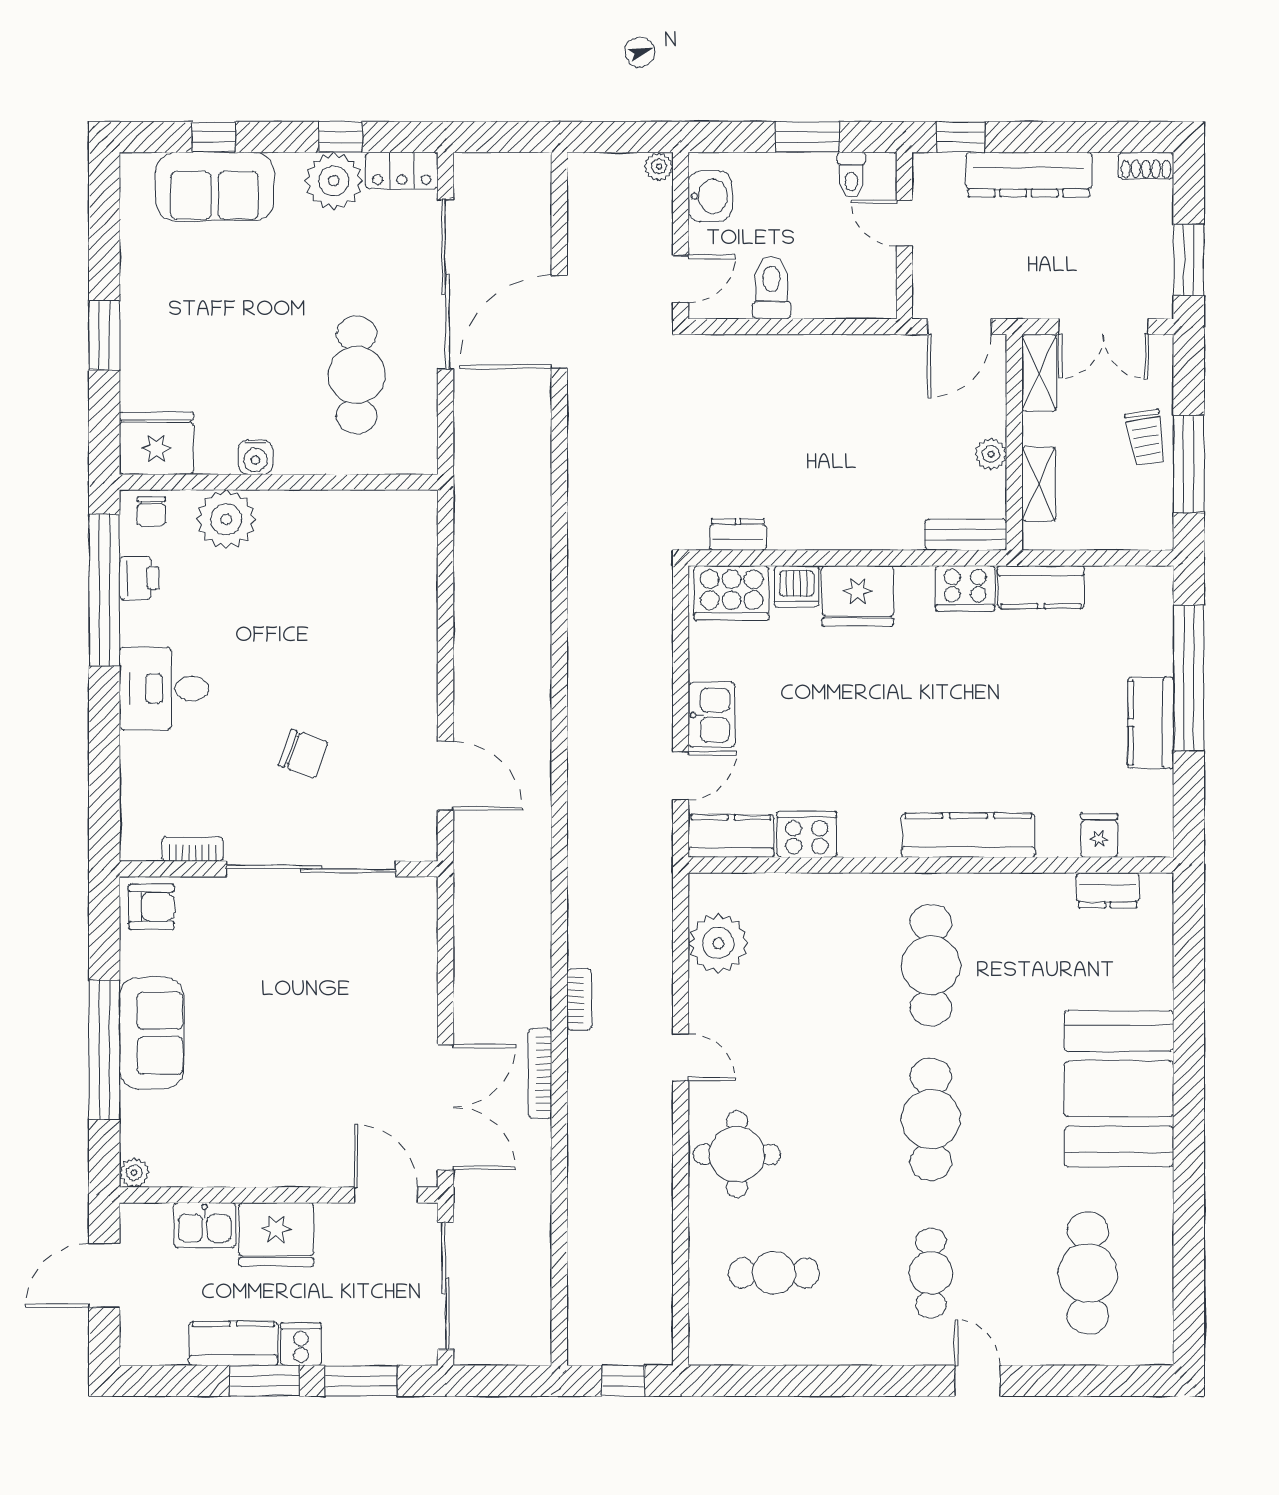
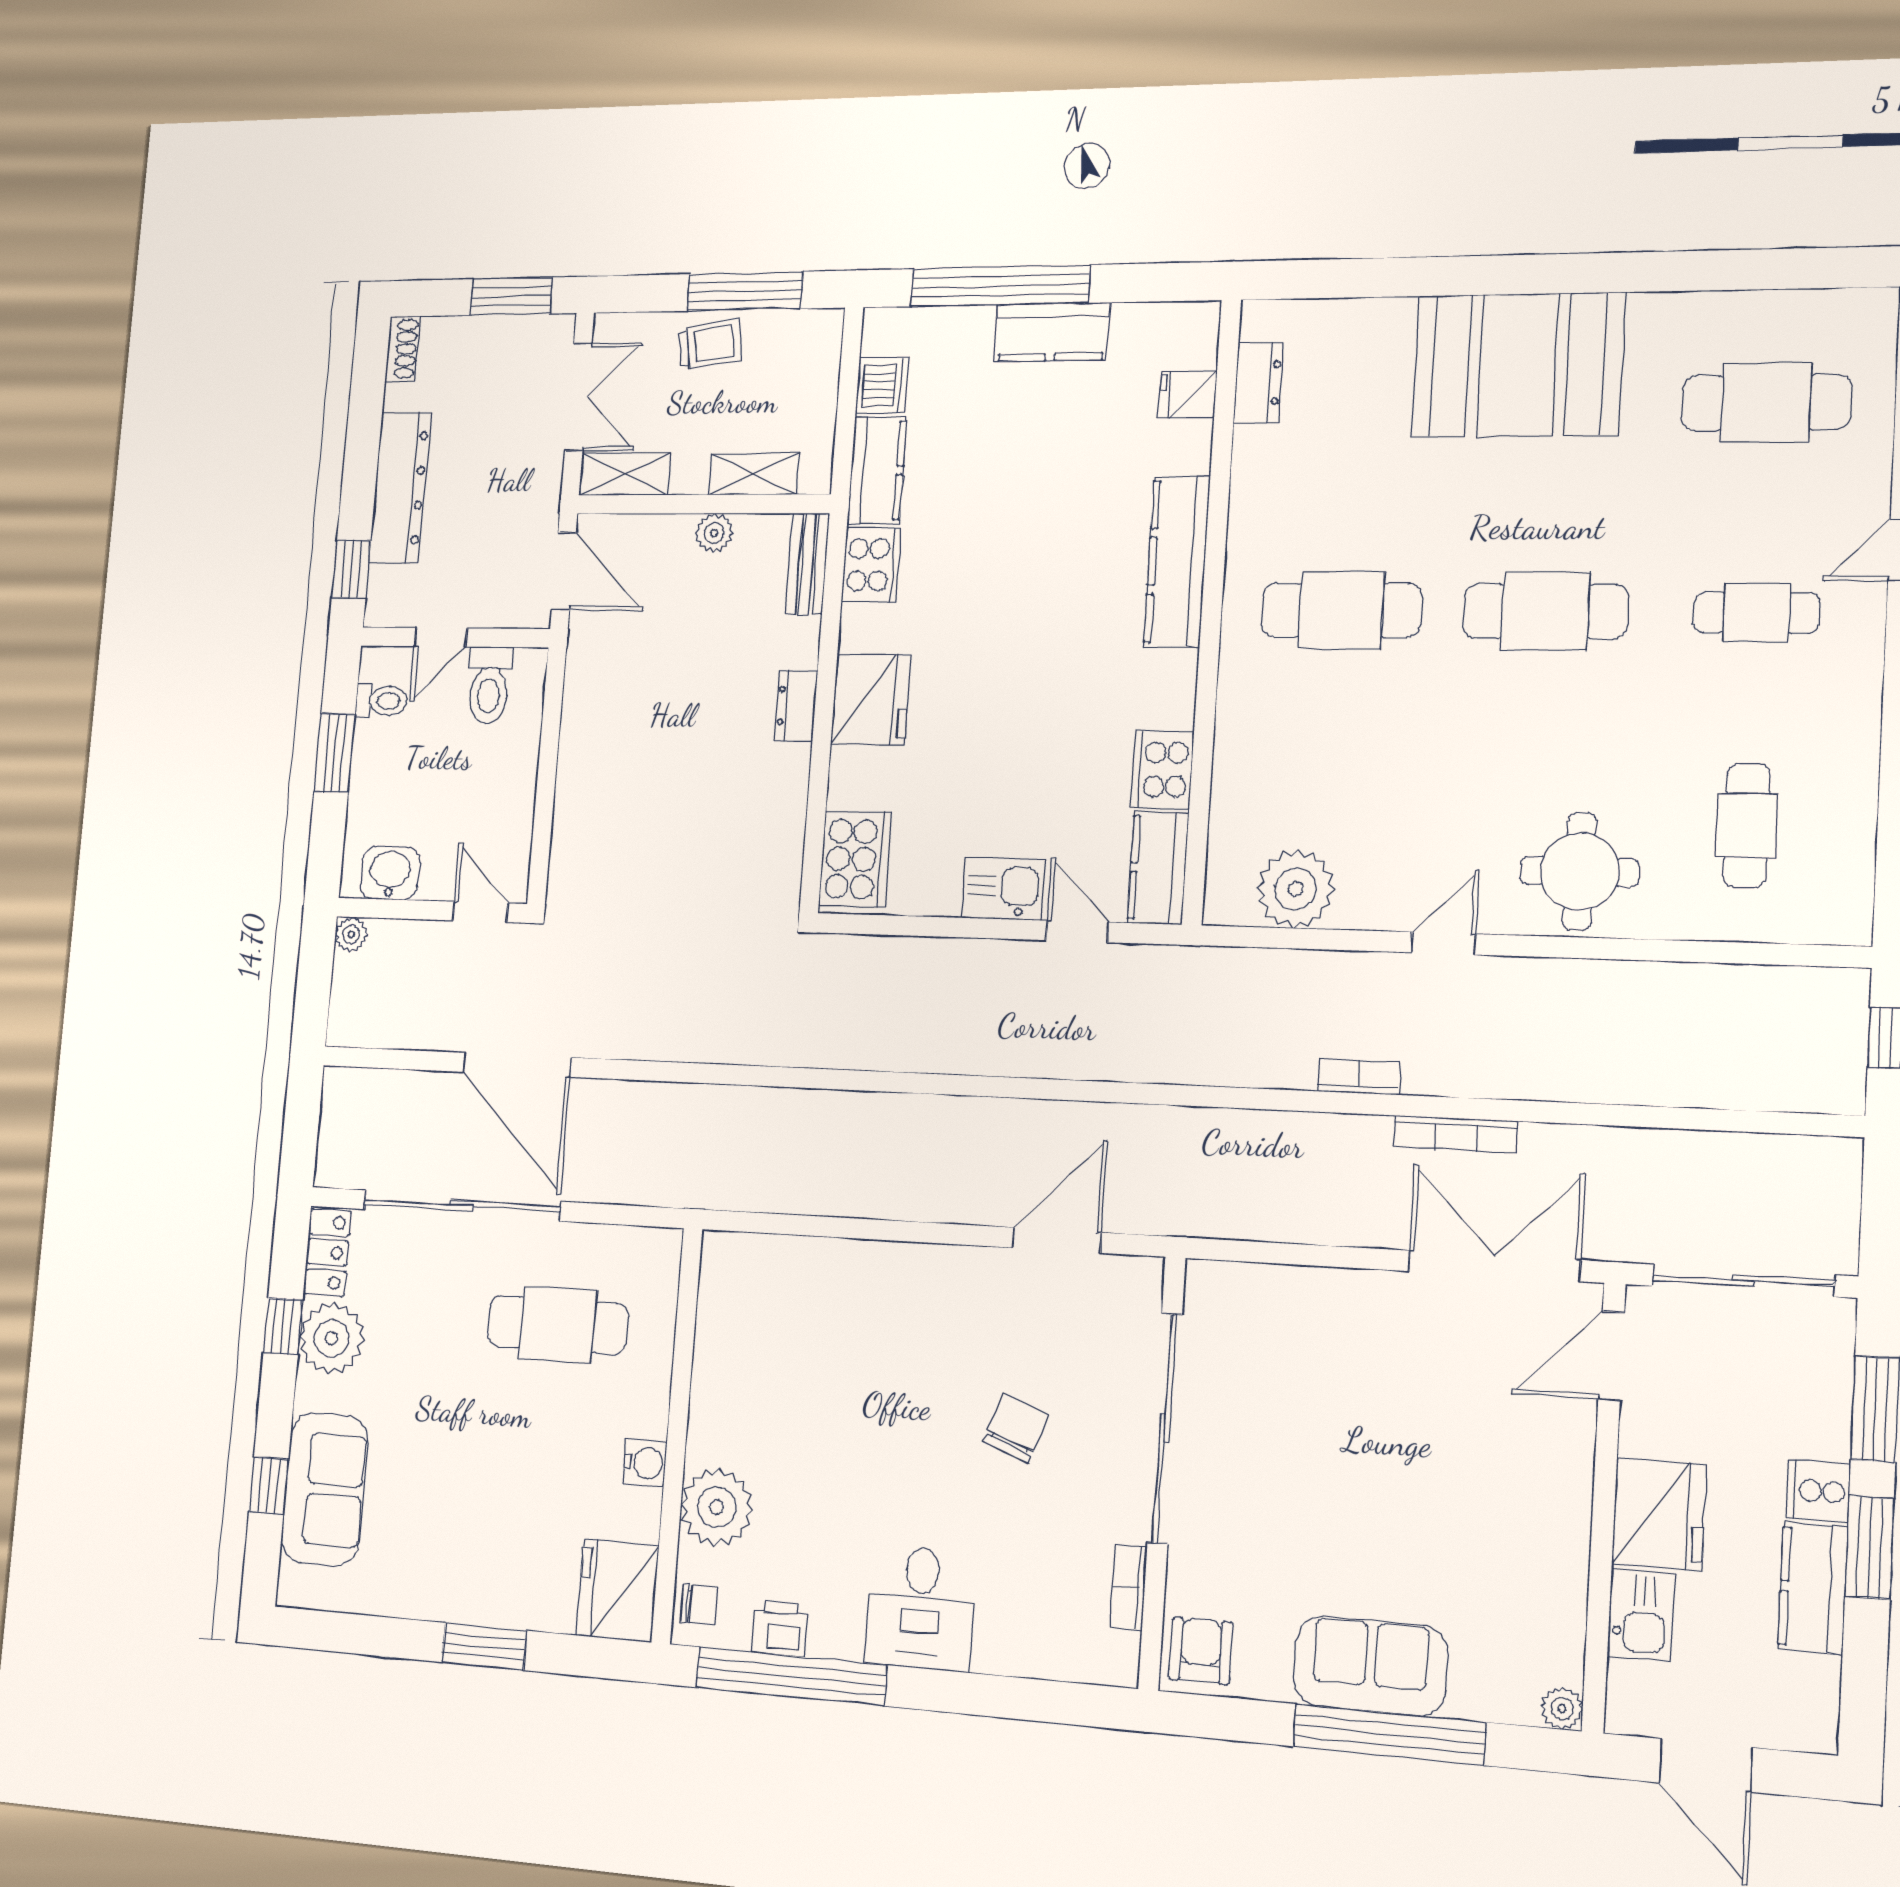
toilet: (771, 288) -> (489, 685), moved, turned -90
dresser: (738, 534) -> (796, 706), moved
dishwasher: (797, 586) -> (882, 386), moved

